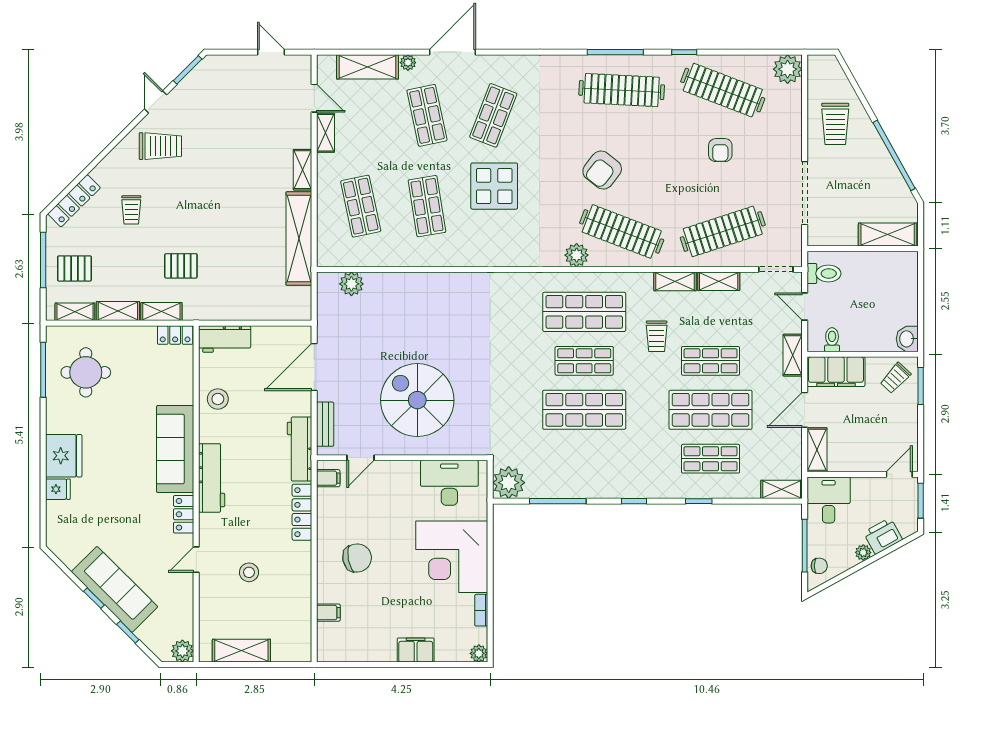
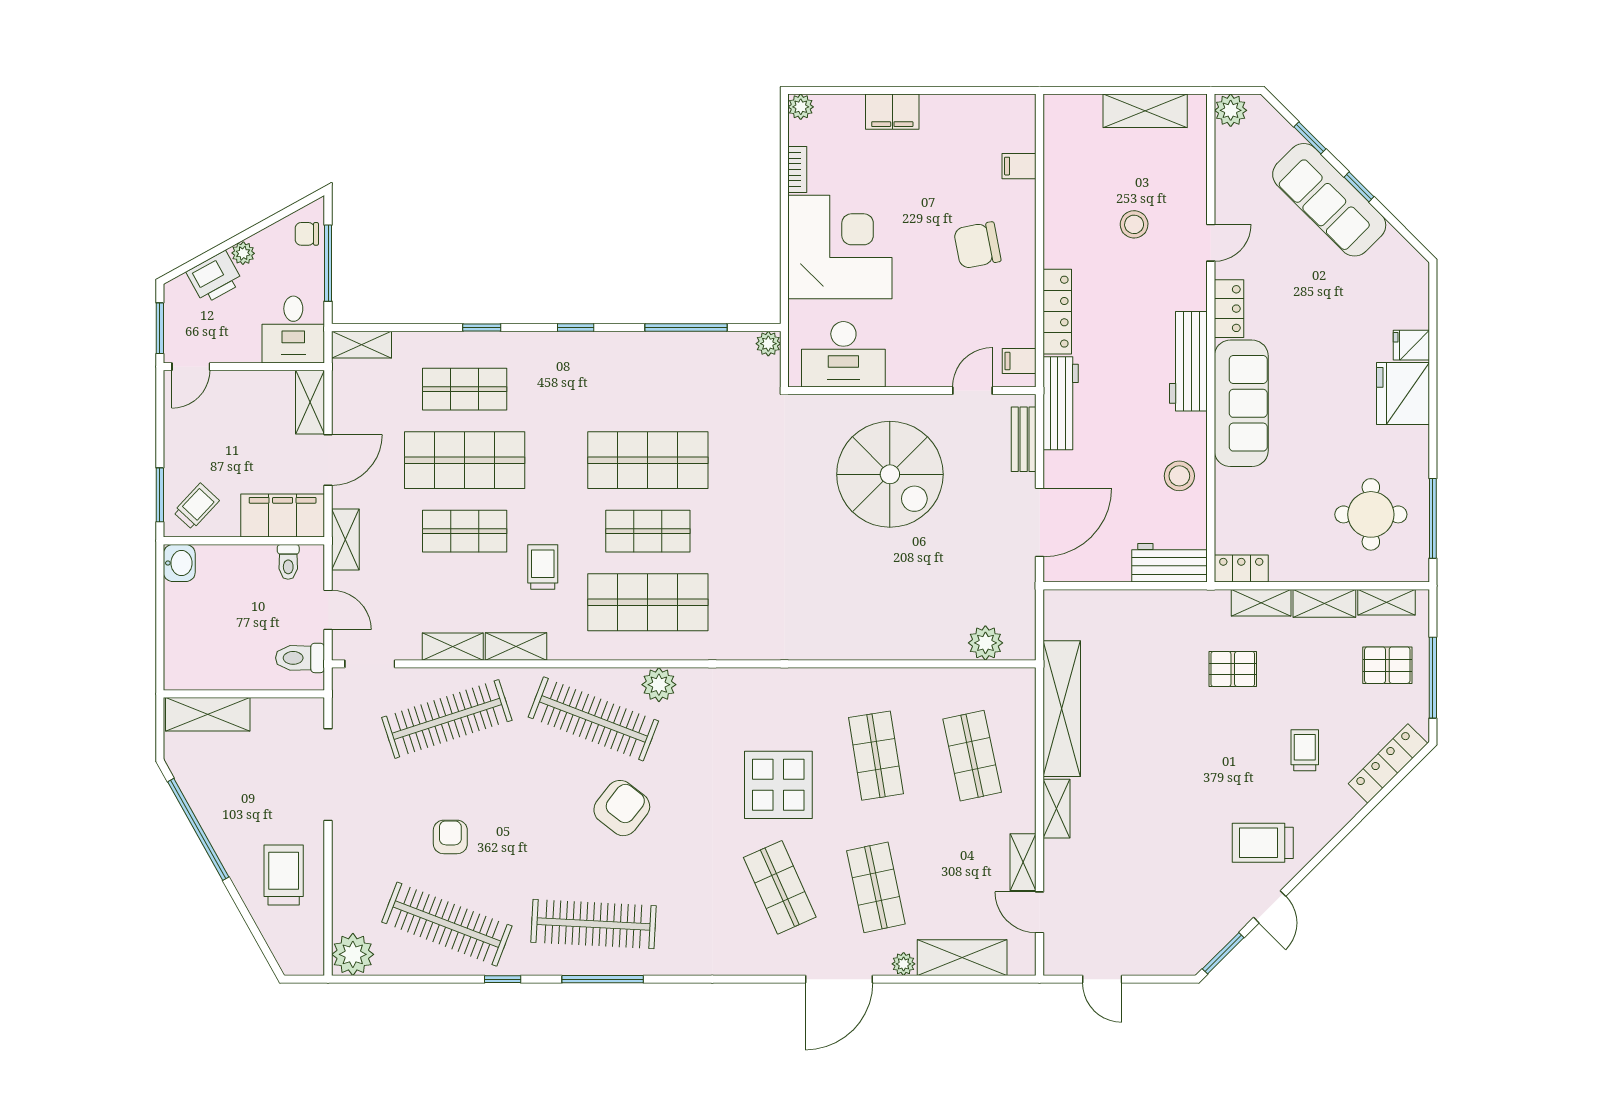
shop shelf: (493, 115) -> (780, 887), turned -45
plant: (509, 483) -> (768, 344), width x0.53, depth x0.53

